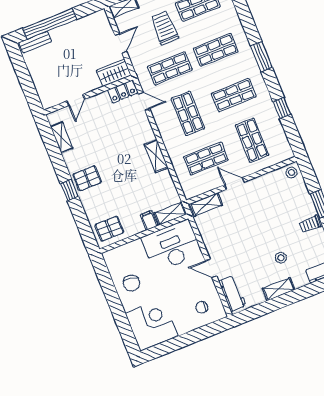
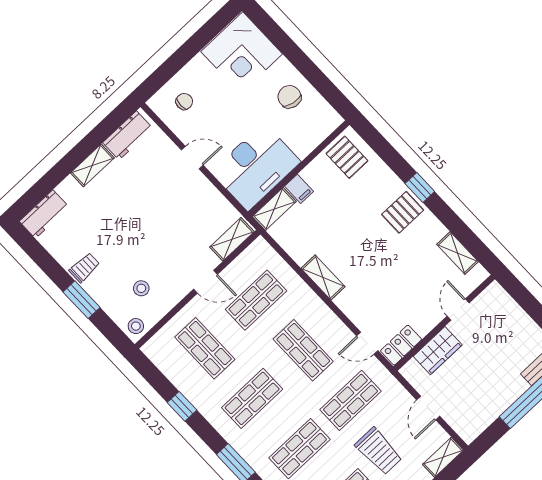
wardrobe: (114, 73) -> (438, 351), moved
pallet: (109, 229) -> (347, 157), turned 90
stool: (281, 258) -> (141, 288), moved
workbench: (233, 294) -> (128, 135), moved, turned -90

